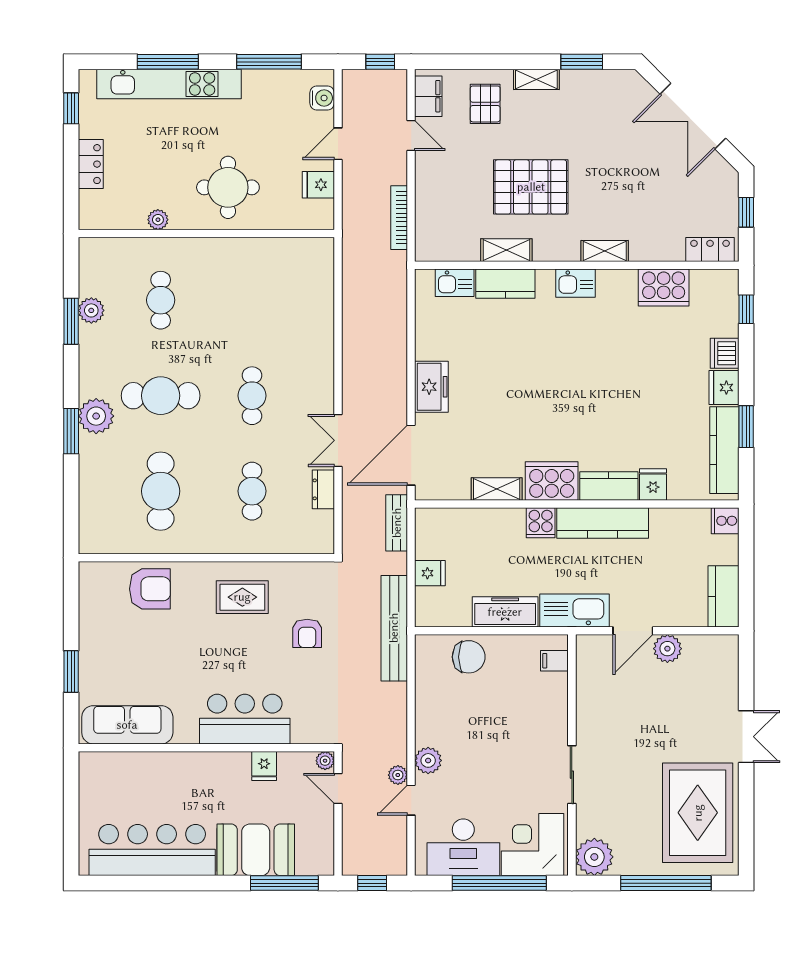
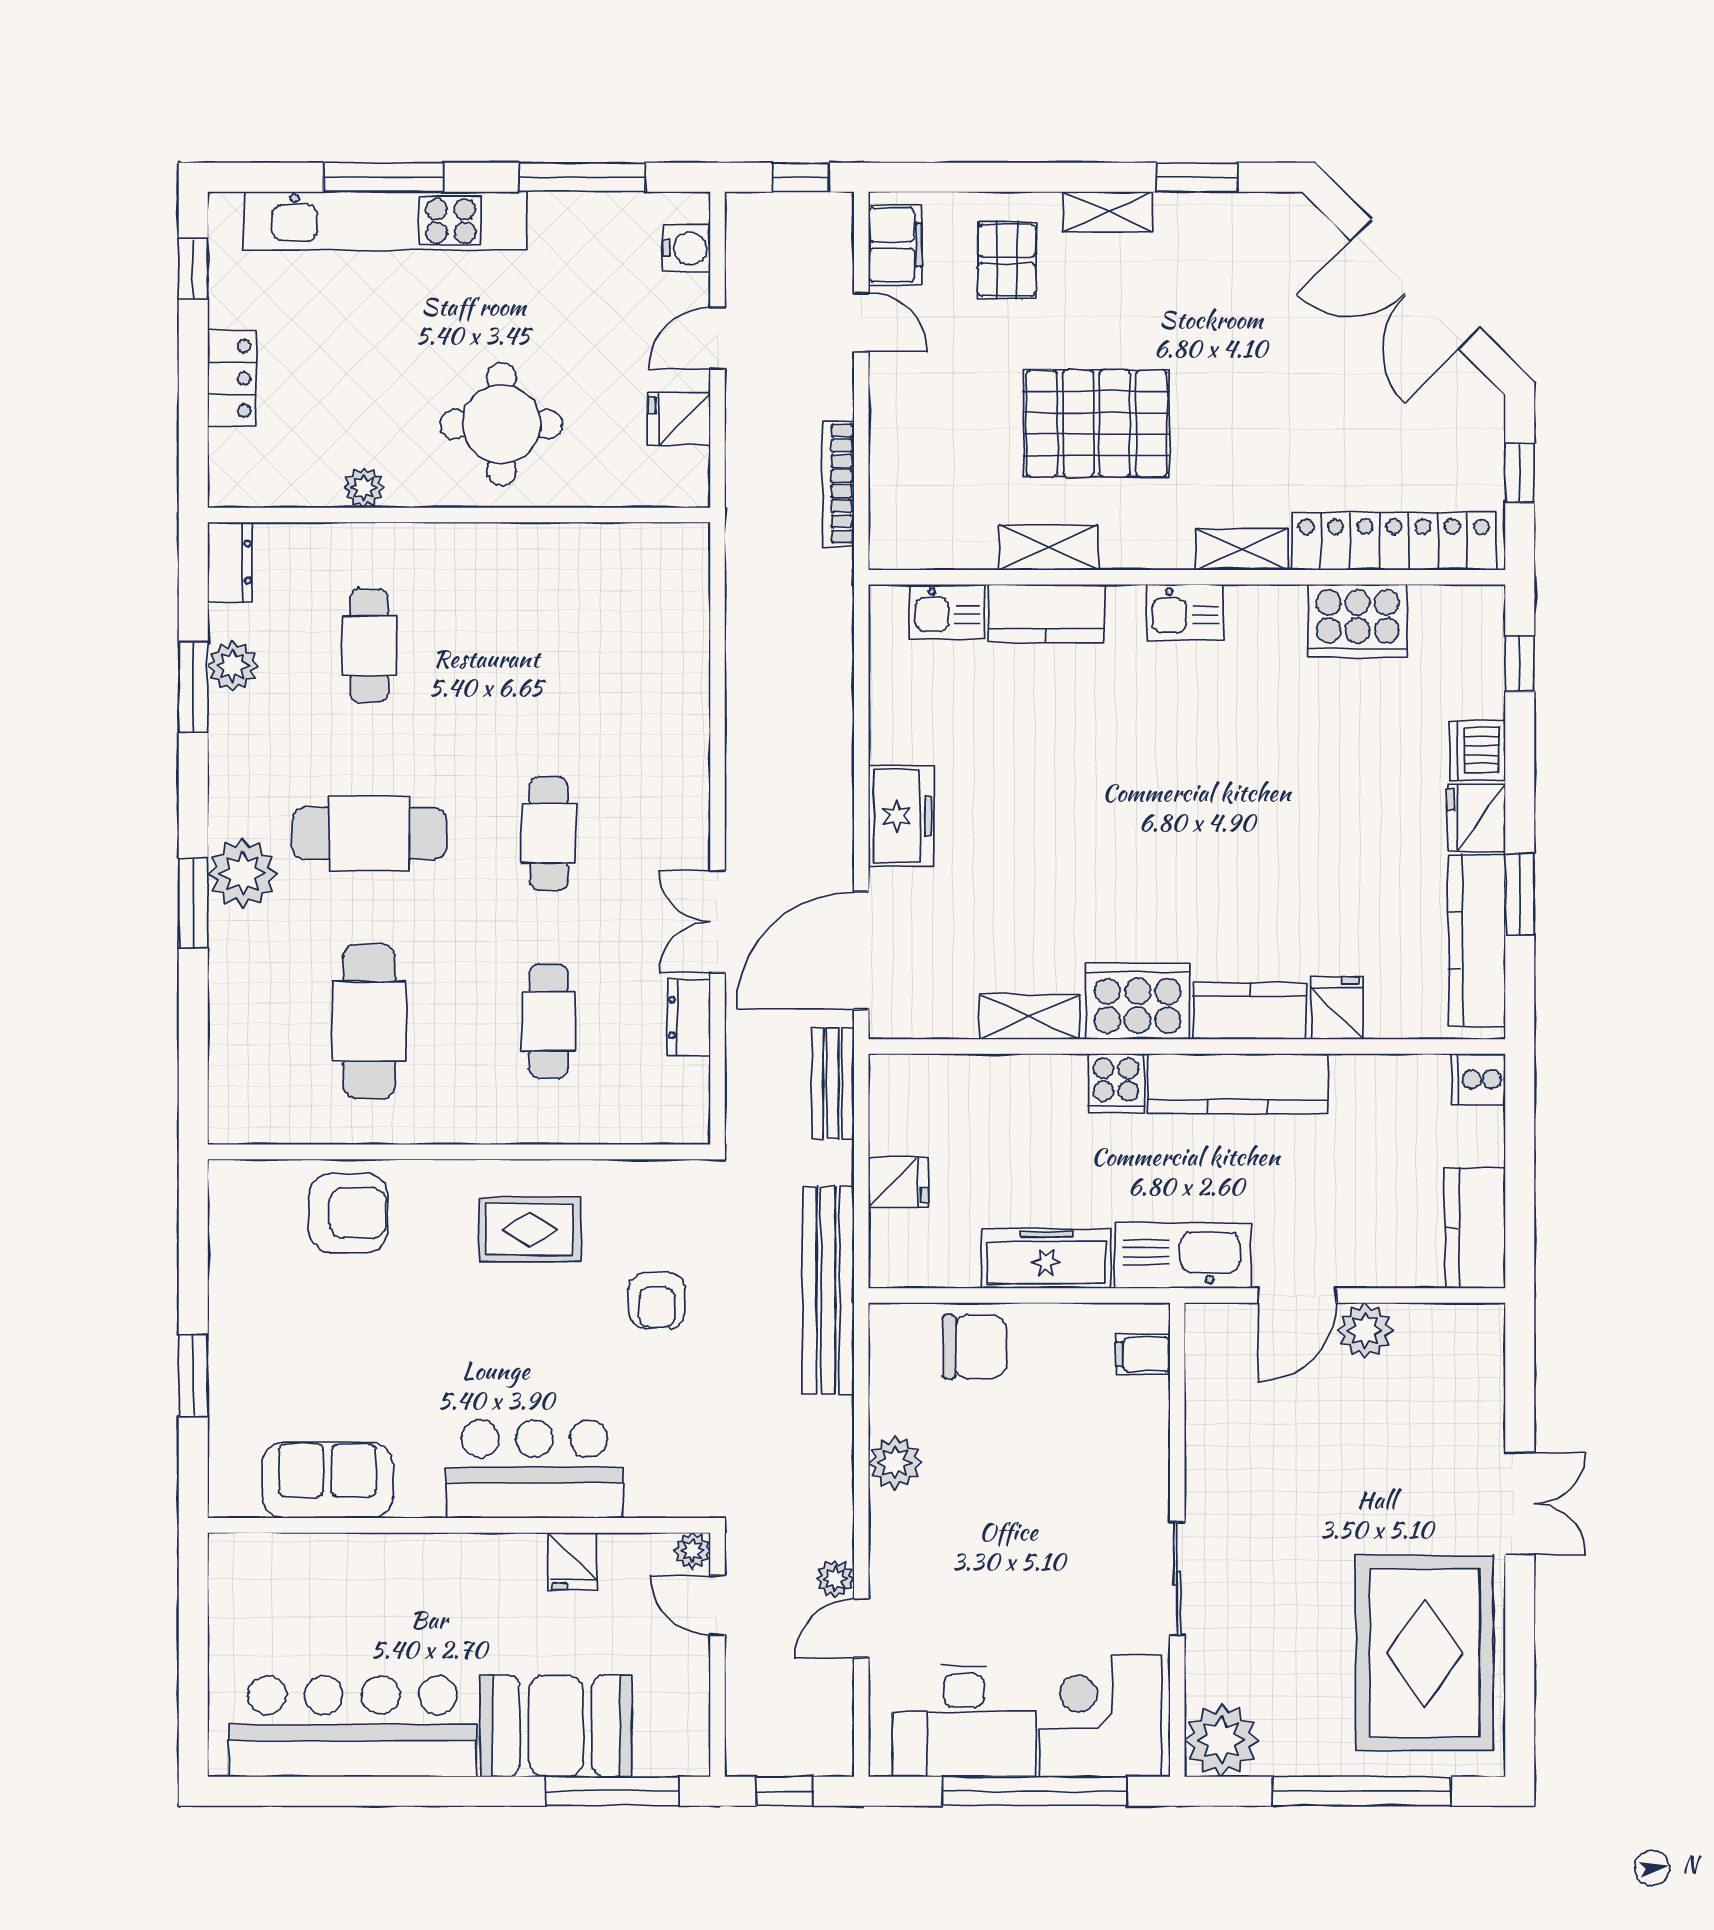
locker: (710, 249) -> (1394, 541), width x2.16, depth x1.21
dresser: (90, 258) -> (230, 562), added
sofa: (127, 725) -> (327, 1480), width x0.73
plant: (428, 760) -> (895, 1463), moved

